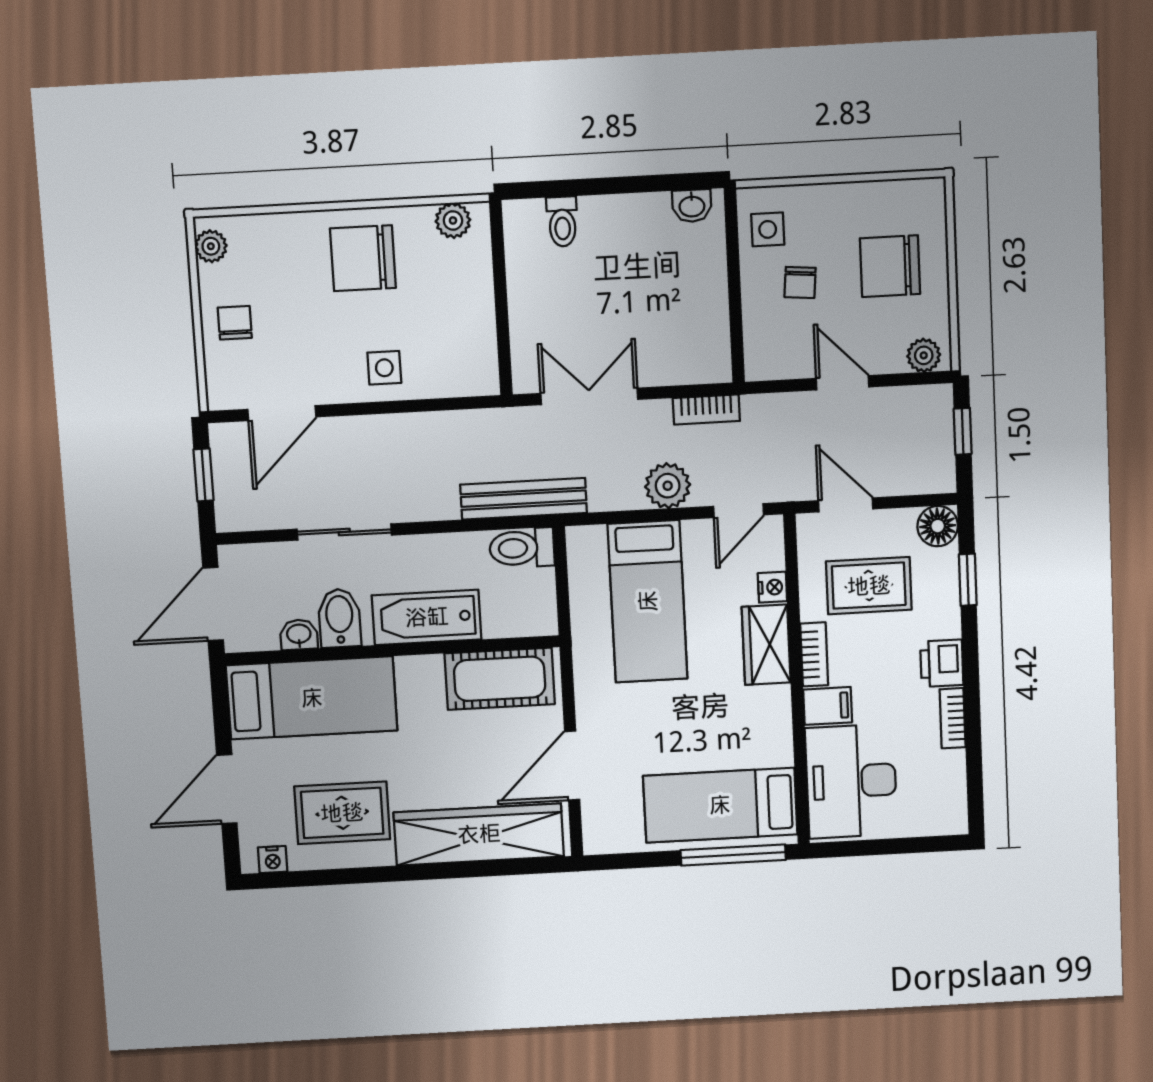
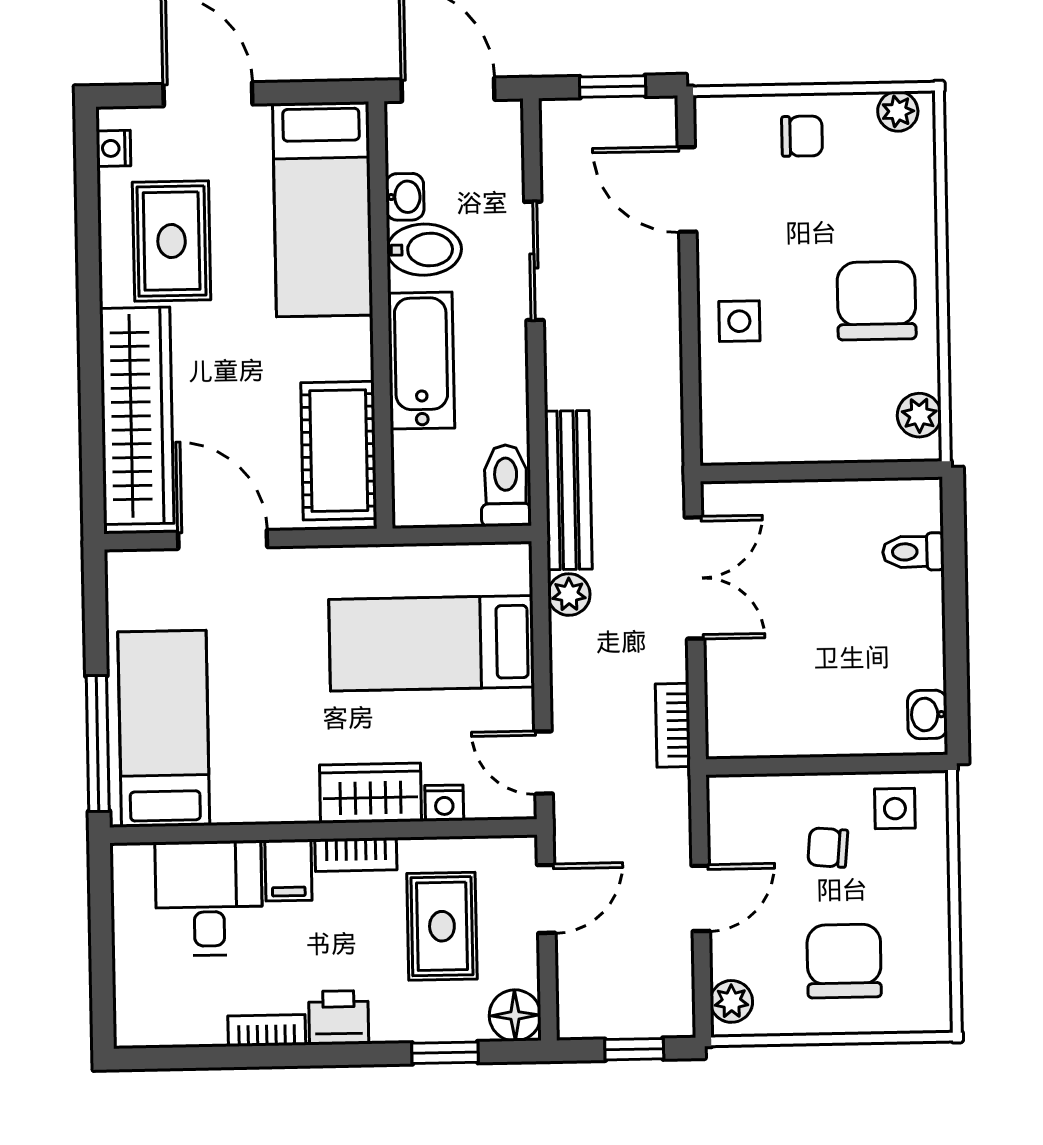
plant: (668, 486) -> (569, 595), moved, width x0.73, depth x0.73
desk: (851, 781) -> (209, 898), width x0.73

